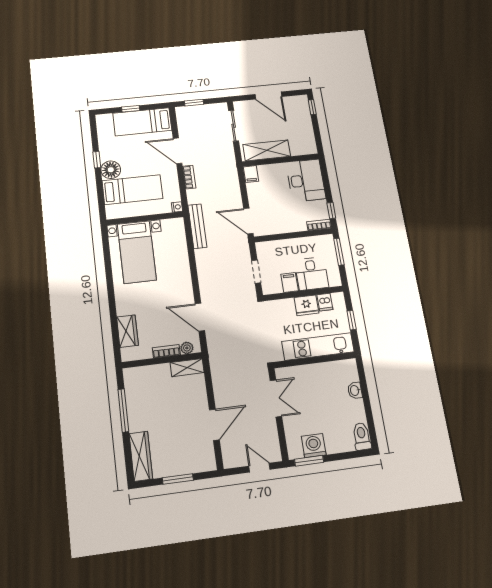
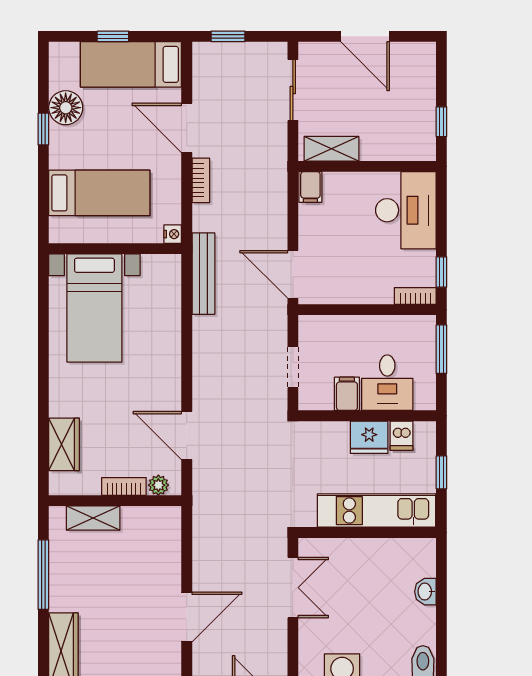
window: (312, 107) -> (441, 122), moved
shelving: (267, 150) -> (332, 149), width x0.67, depth x0.75
floor lamp: (111, 170) -> (66, 108), moved
shelving: (187, 368) -> (93, 518), moved

